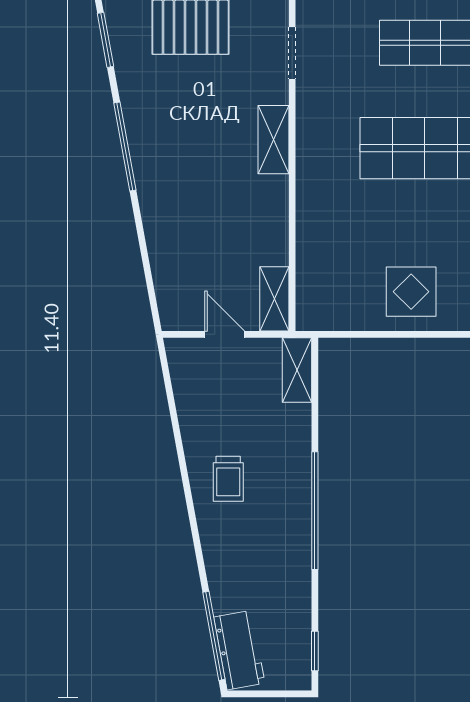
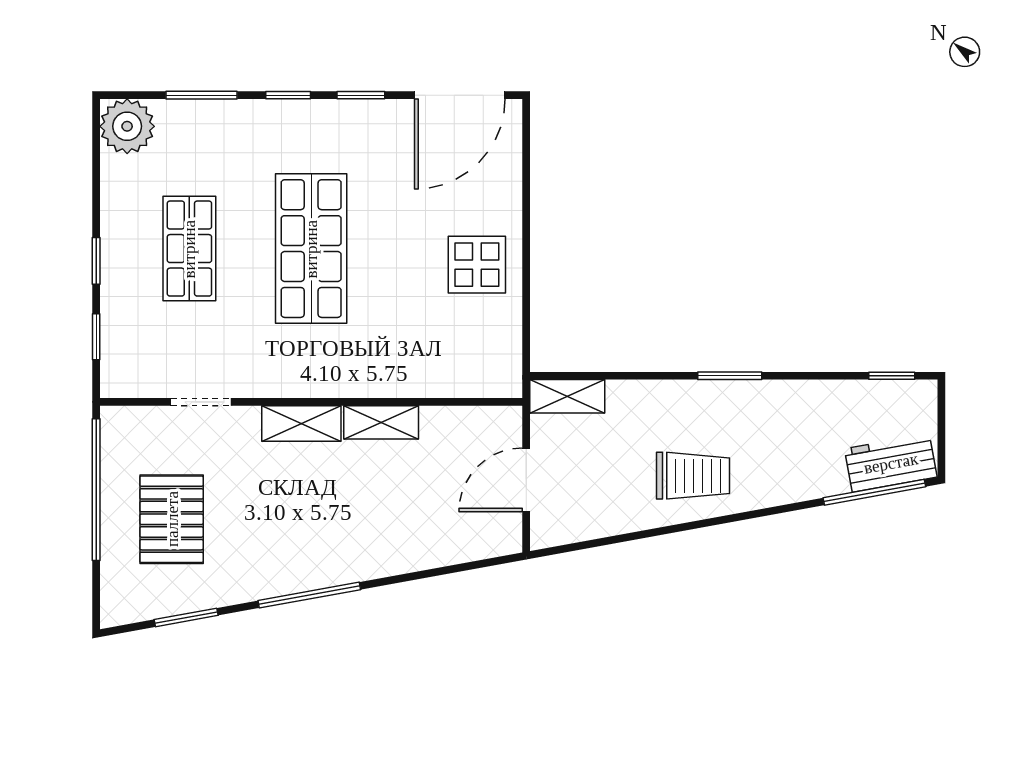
shelving: (274, 299) -> (381, 422), moved
door: (225, 334) -> (526, 480), width x1.38
trolley: (228, 479) -> (693, 476), width x1.36, depth x1.39
window: (315, 511) -> (730, 376), width x0.47

